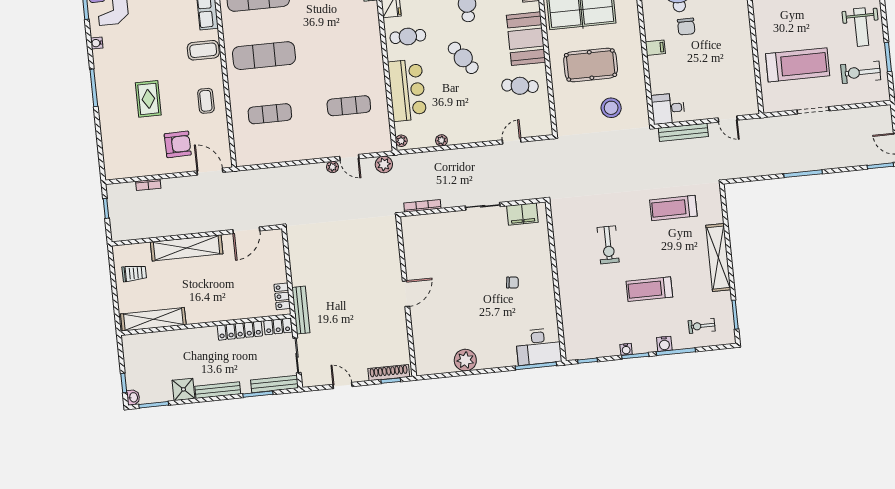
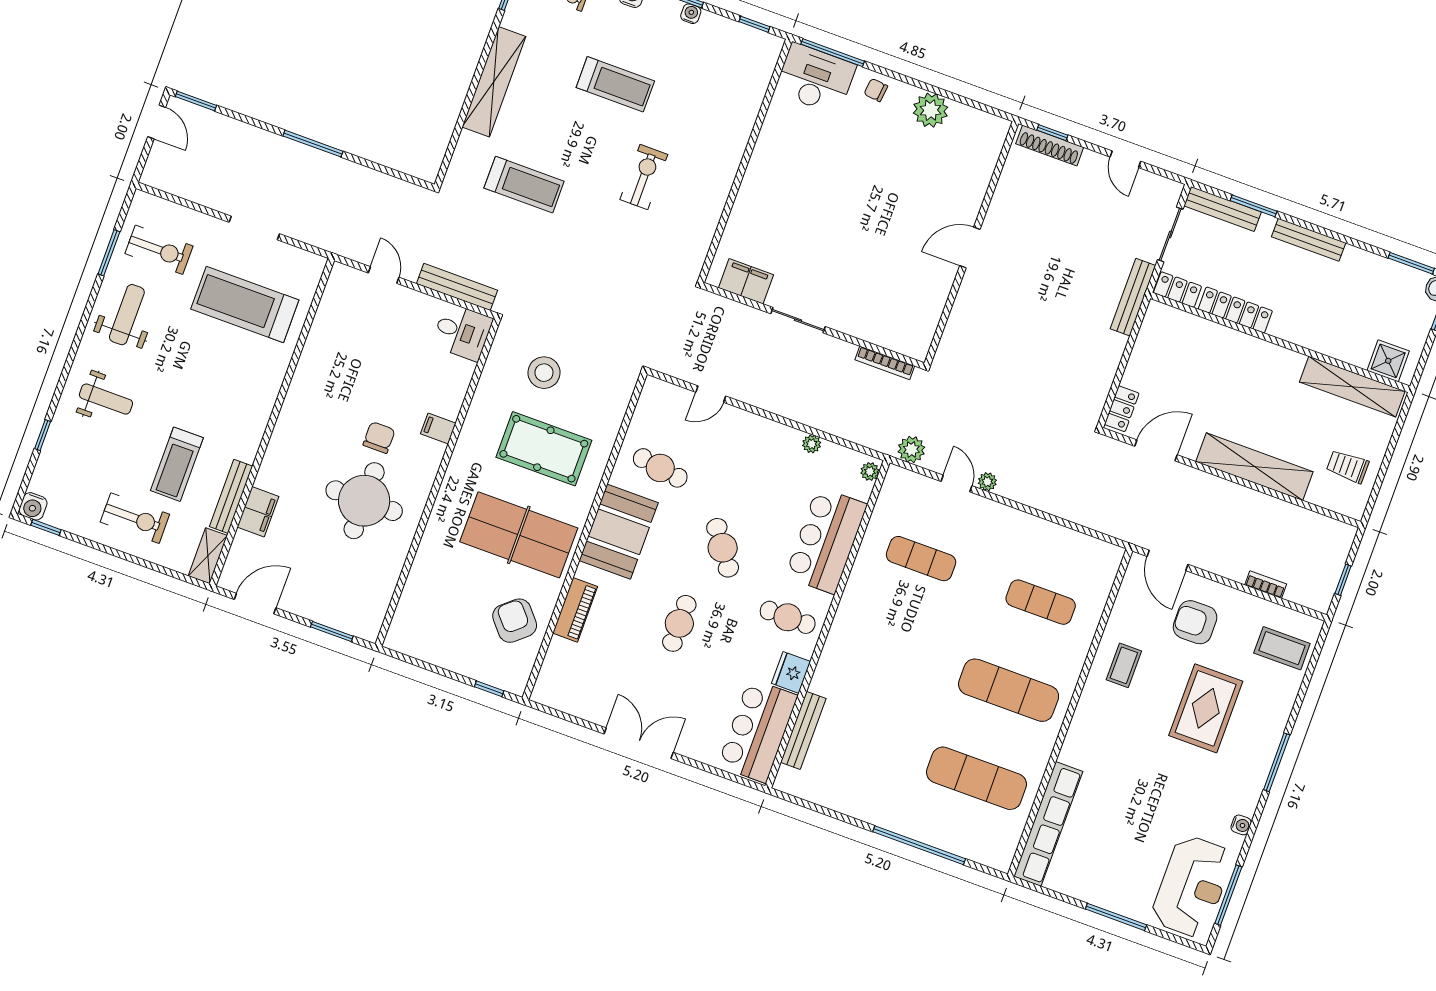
coffee table: (203, 50) -> (1282, 648), moved
rug: (148, 99) -> (1206, 708), width x1.36, depth x1.43
chair: (512, 283) -> (876, 90), moved
locker: (282, 296) -> (1122, 409), moved
shower: (183, 389) -> (1388, 361), moved

